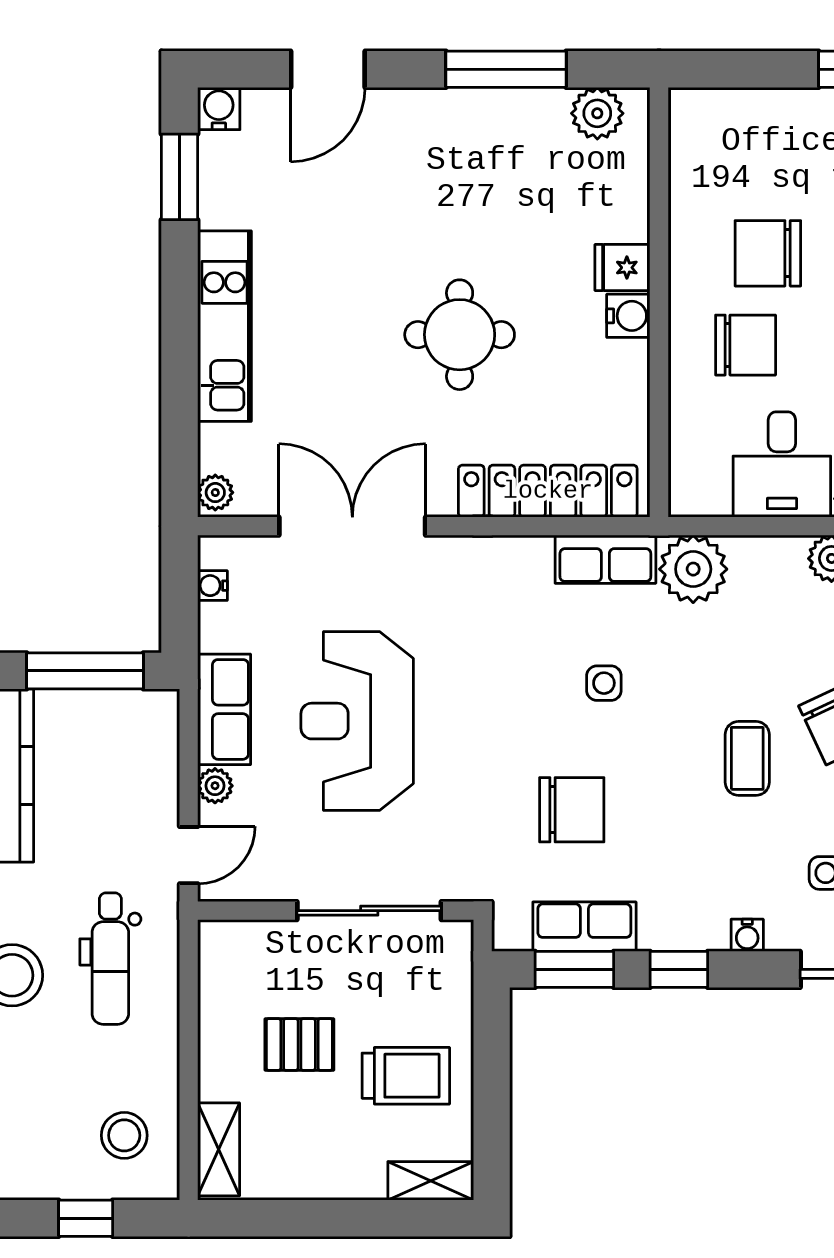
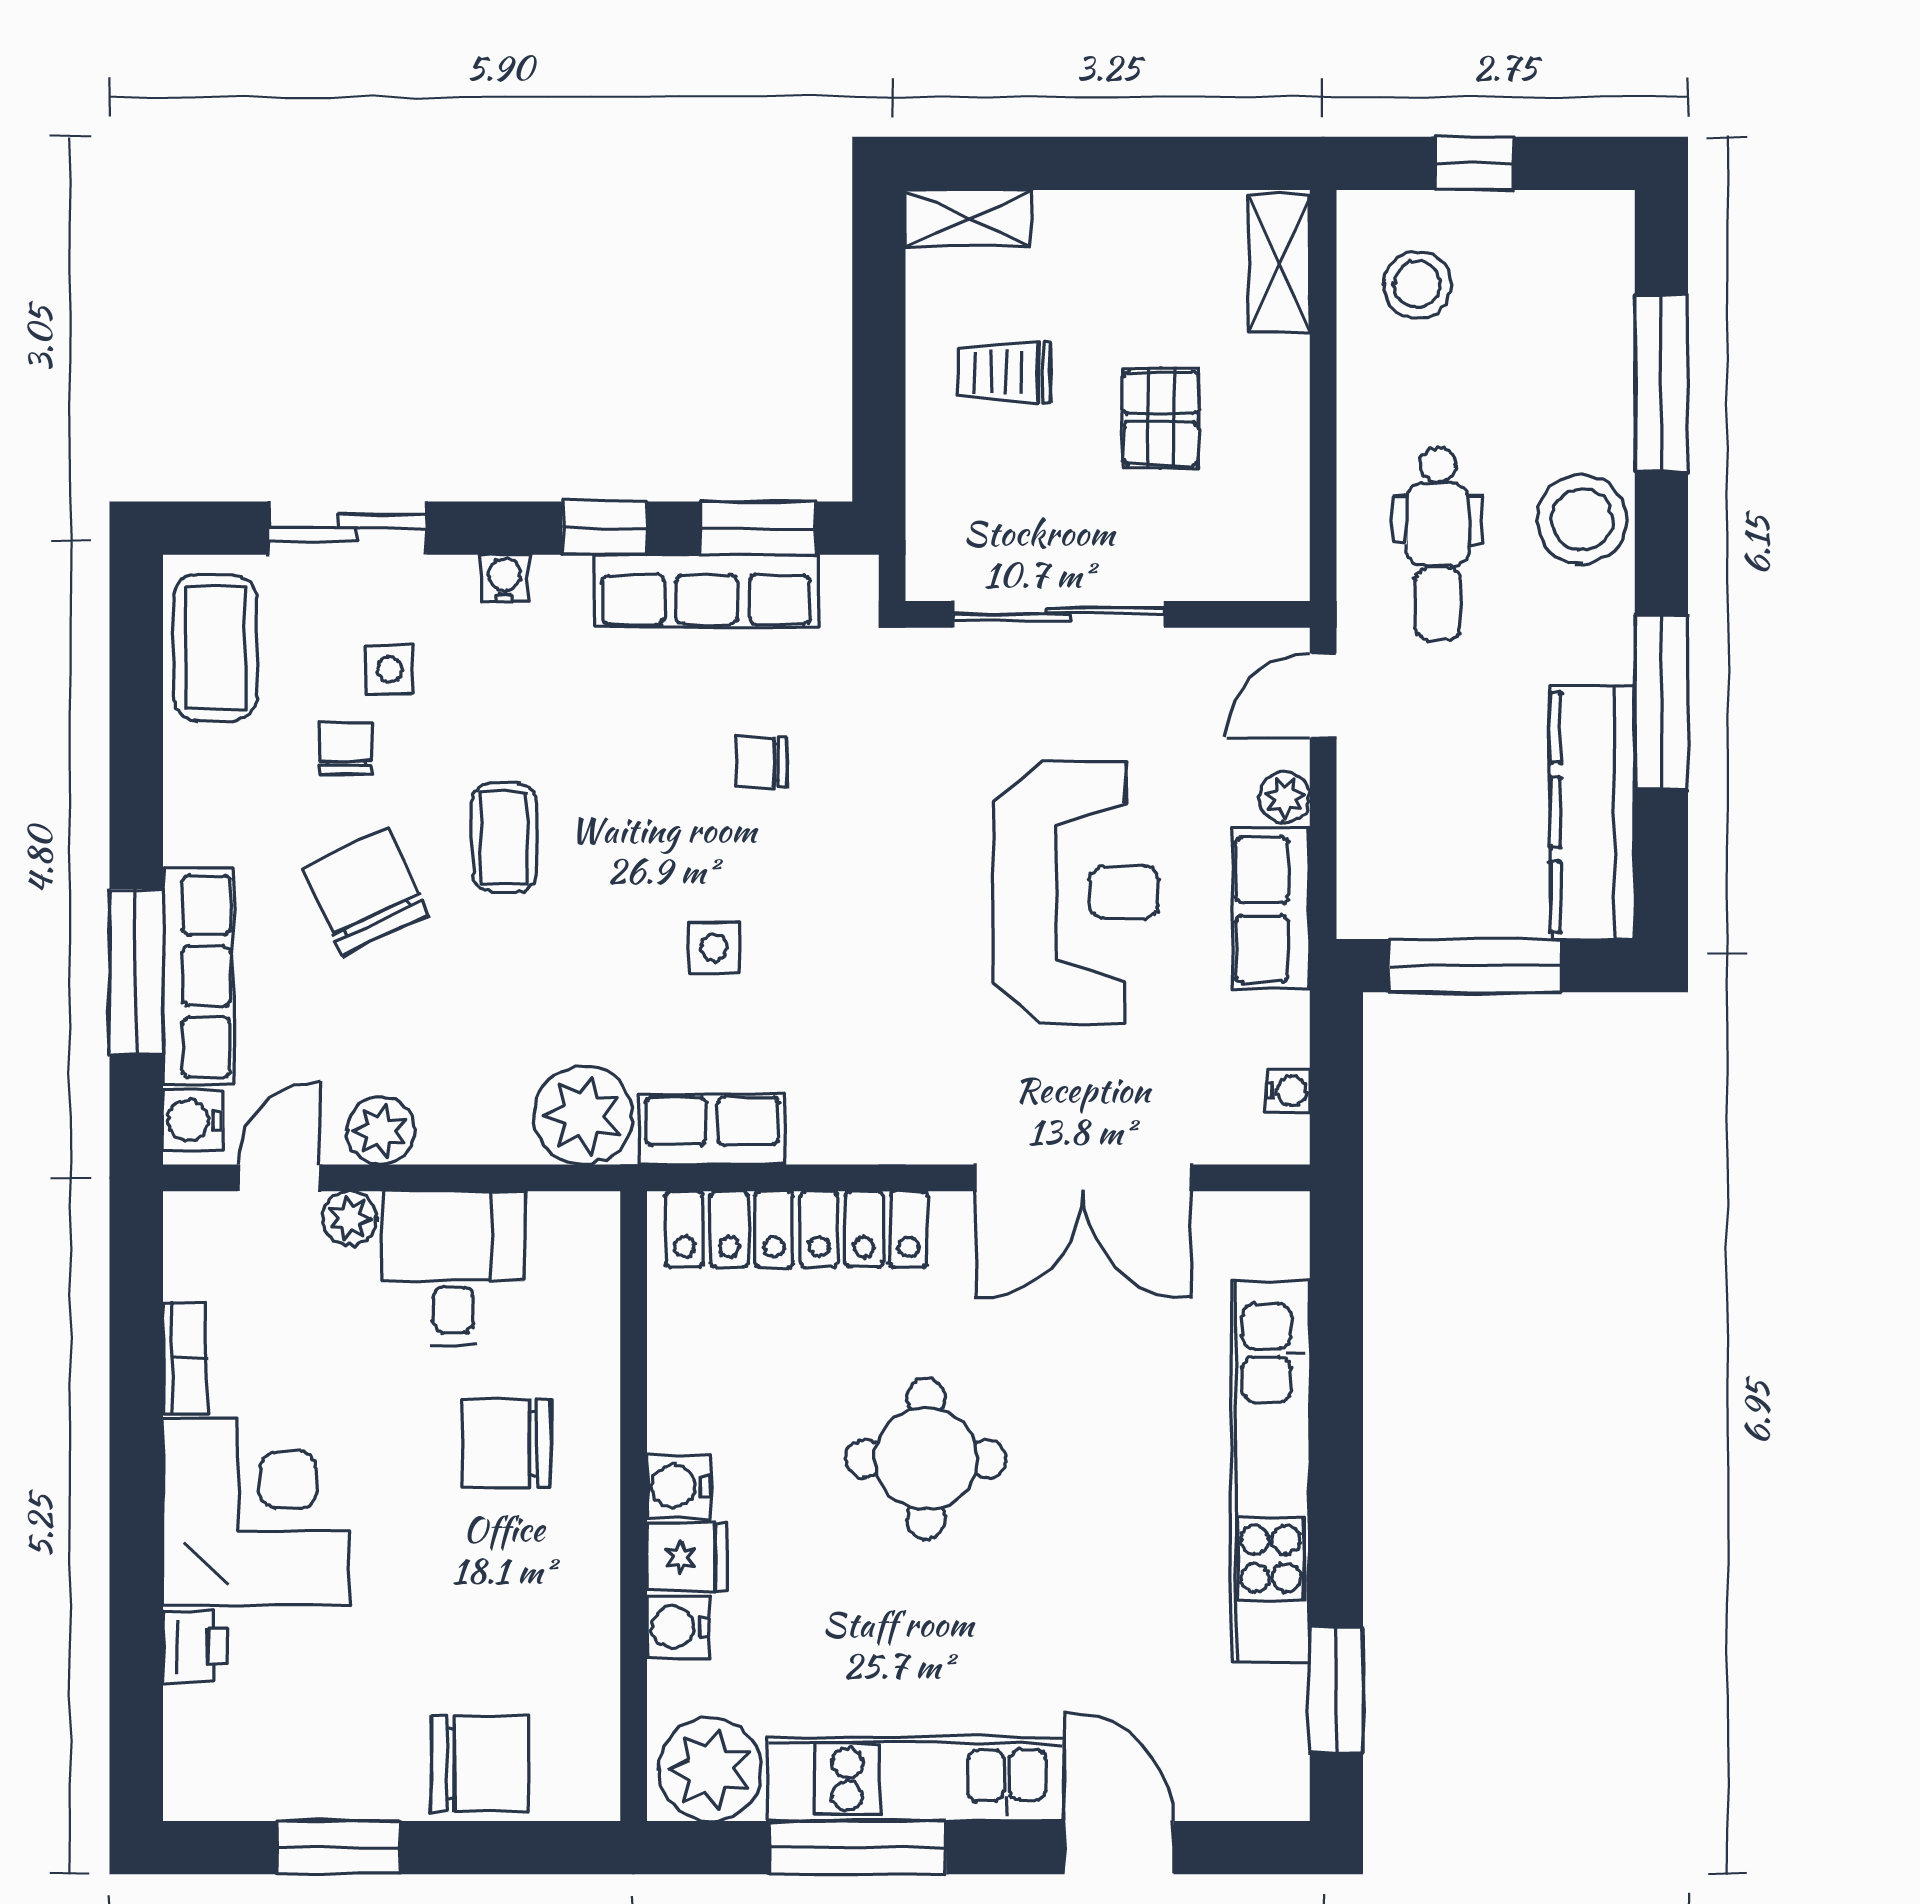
door: (328, 69) -> (1119, 1848), hinge flipped
water cooler: (219, 109) -> (678, 1627), moved, turned 90
plant: (597, 113) -> (710, 1769), width x1.36, depth x1.36
kitchen unit: (467, 116) -> (915, 1779), added
chair: (768, 253) -> (480, 1763), moved
kitchen unit: (225, 326) -> (1270, 1471), width x1.36
plant: (215, 493) -> (1284, 1227), removed
chair: (572, 810) -> (761, 762), width x0.54, depth x0.54
row of seats: (584, 927) -> (707, 591), width x1.48
dental chair: (110, 959) -> (1438, 544), turned 180
pallet: (299, 1045) -> (1161, 418), turned 90
trolley: (406, 1076) -> (1005, 372), width x0.73, depth x0.72

